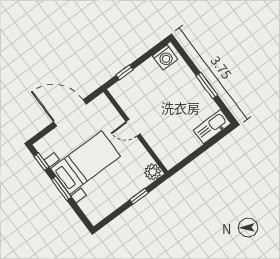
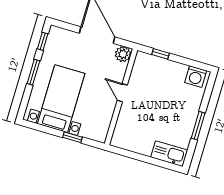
bed with nightstands: (86, 163) -> (61, 99), moved, turned -90
plant: (153, 172) -> (123, 54), moved

